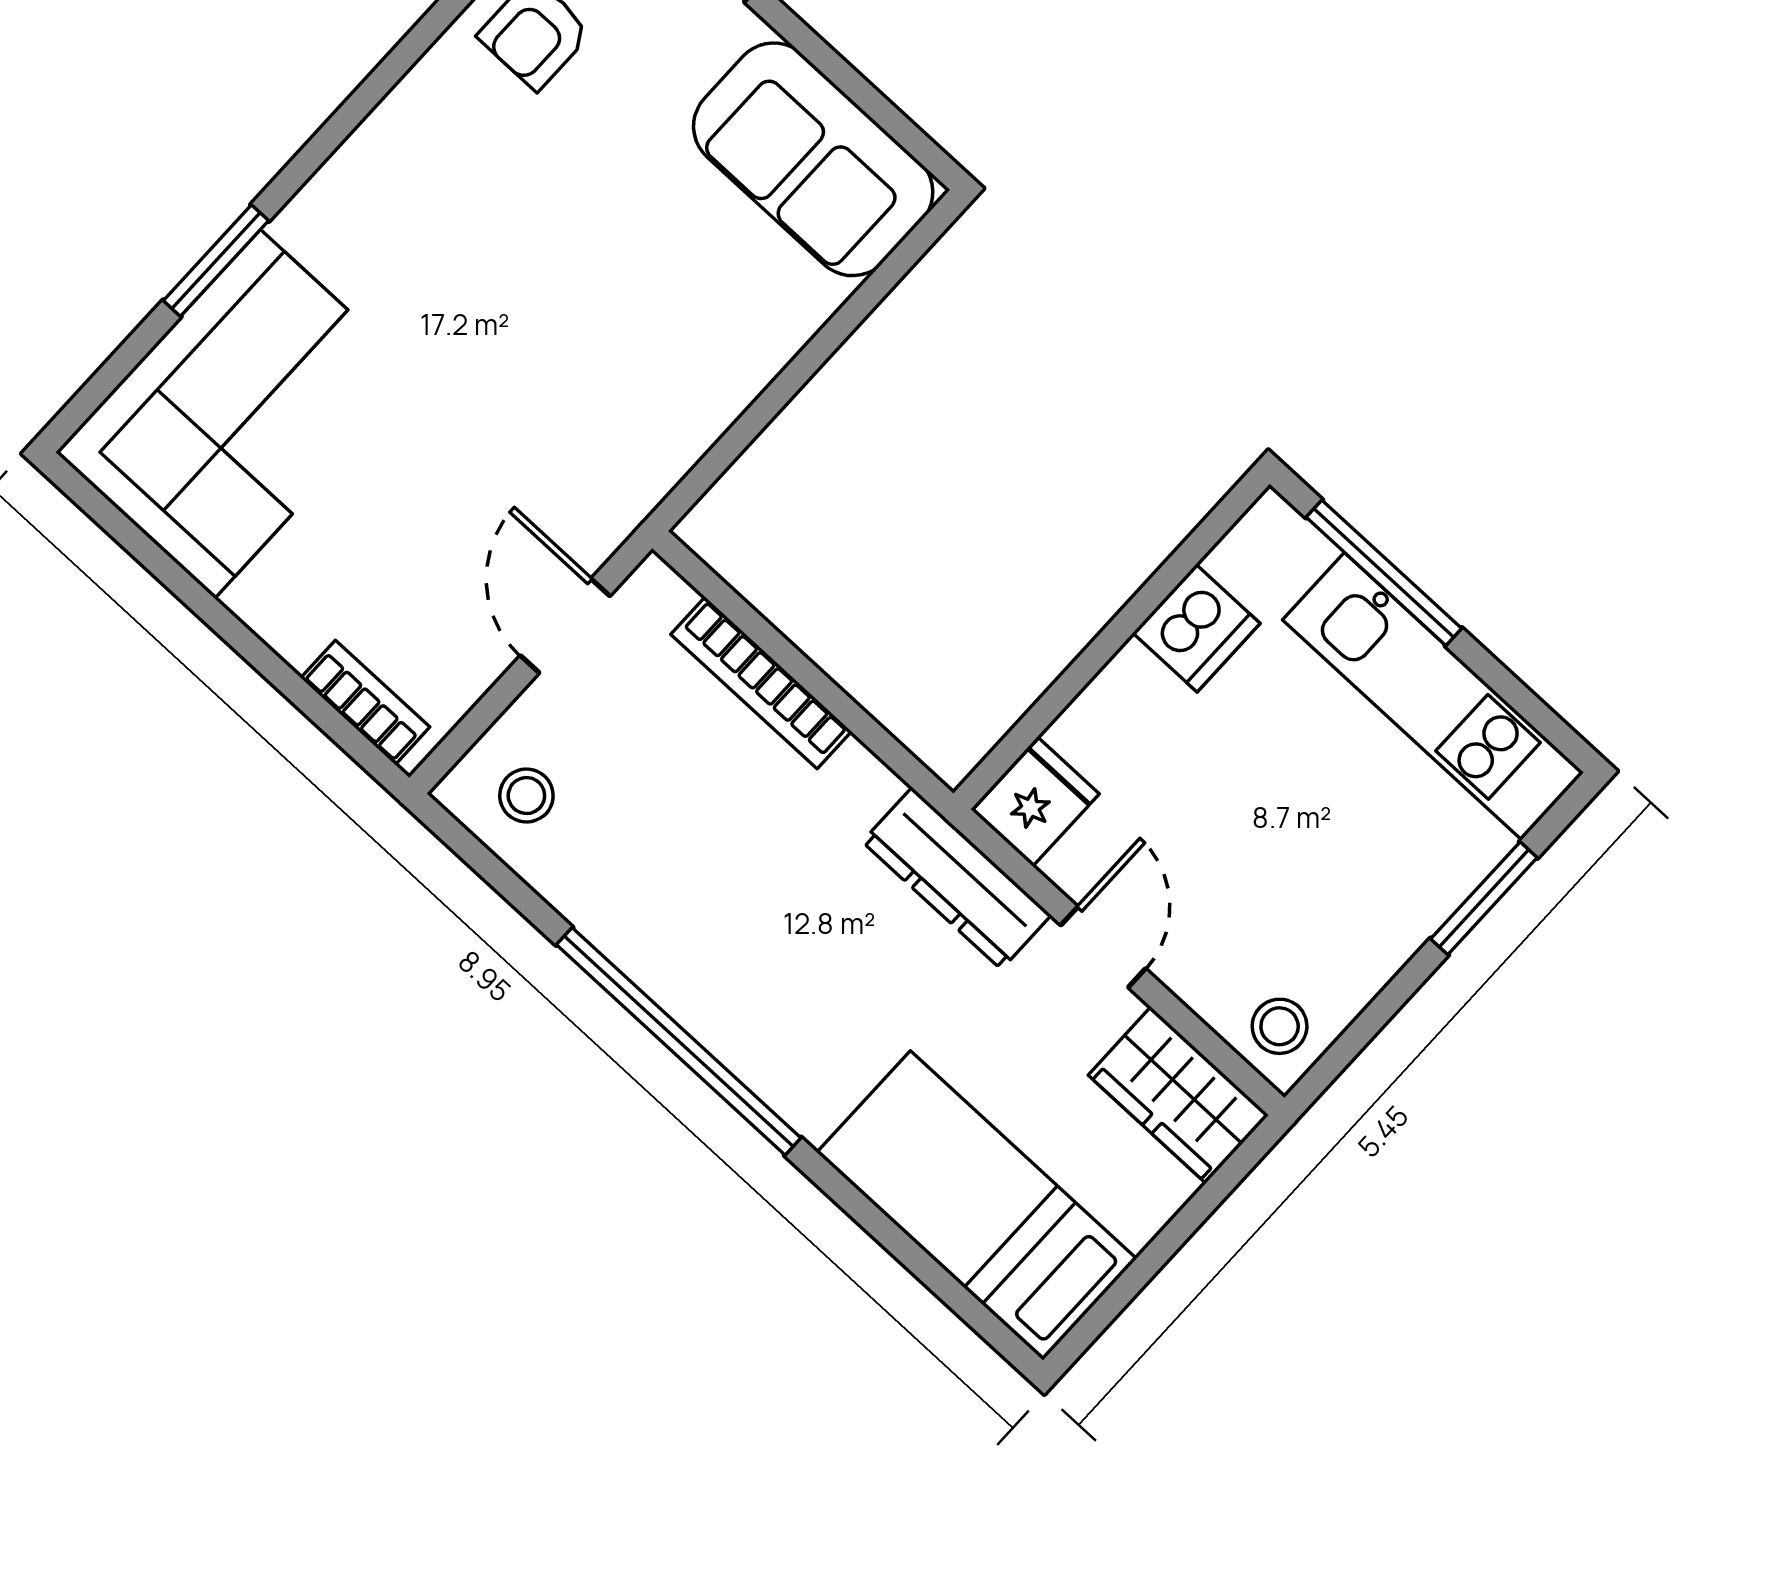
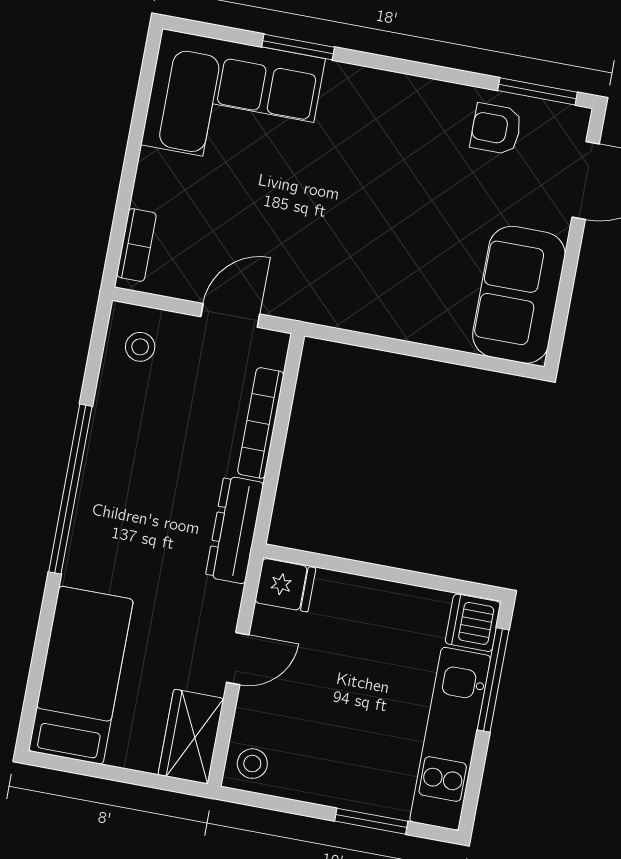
dishwasher: (1196, 628) -> (473, 623), moved, turned 90
dresser: (957, 878) -> (235, 530), moved

